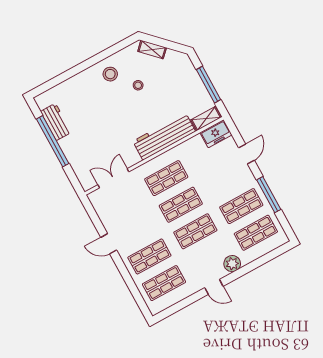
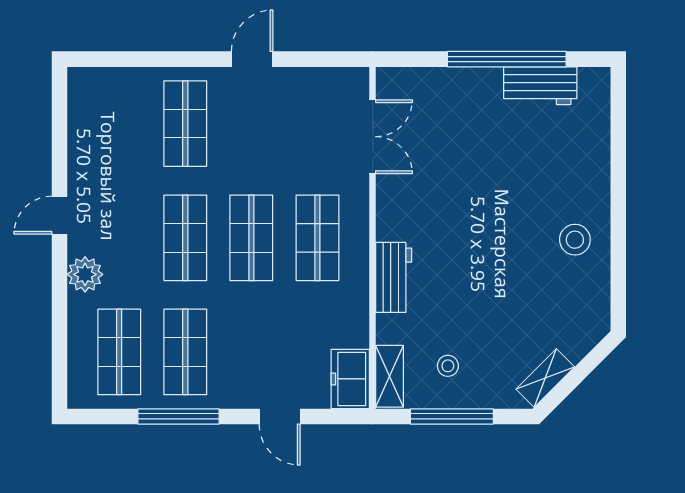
shelving: (152, 49) -> (545, 378), moved
stool: (138, 85) -> (448, 366), moved
workbench: (164, 136) -> (394, 277), width x0.53, depth x0.76
shop shelf: (164, 283) -> (119, 124), removed

